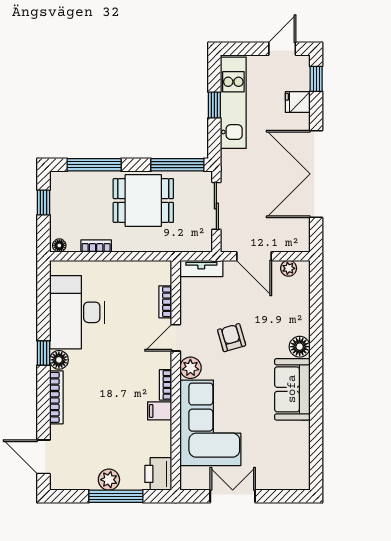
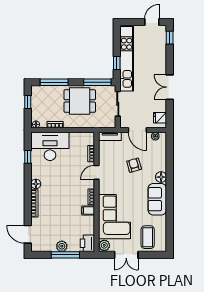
fridge: (298, 102) -> (160, 118), moved
kitchen unit: (233, 103) -> (127, 59), width x1.36
window: (214, 105) -> (117, 63), moved
double door: (316, 174) -> (170, 87), width x0.54
desk: (77, 312) -> (50, 146), moved, turned 90
armchair: (232, 338) -> (134, 165), moved
window: (43, 353) -> (28, 157), moved
plant: (190, 368) -> (104, 245), moved
coffee table: (274, 462) -> (148, 237), added
double door: (233, 496) -> (126, 255), swing flipped

